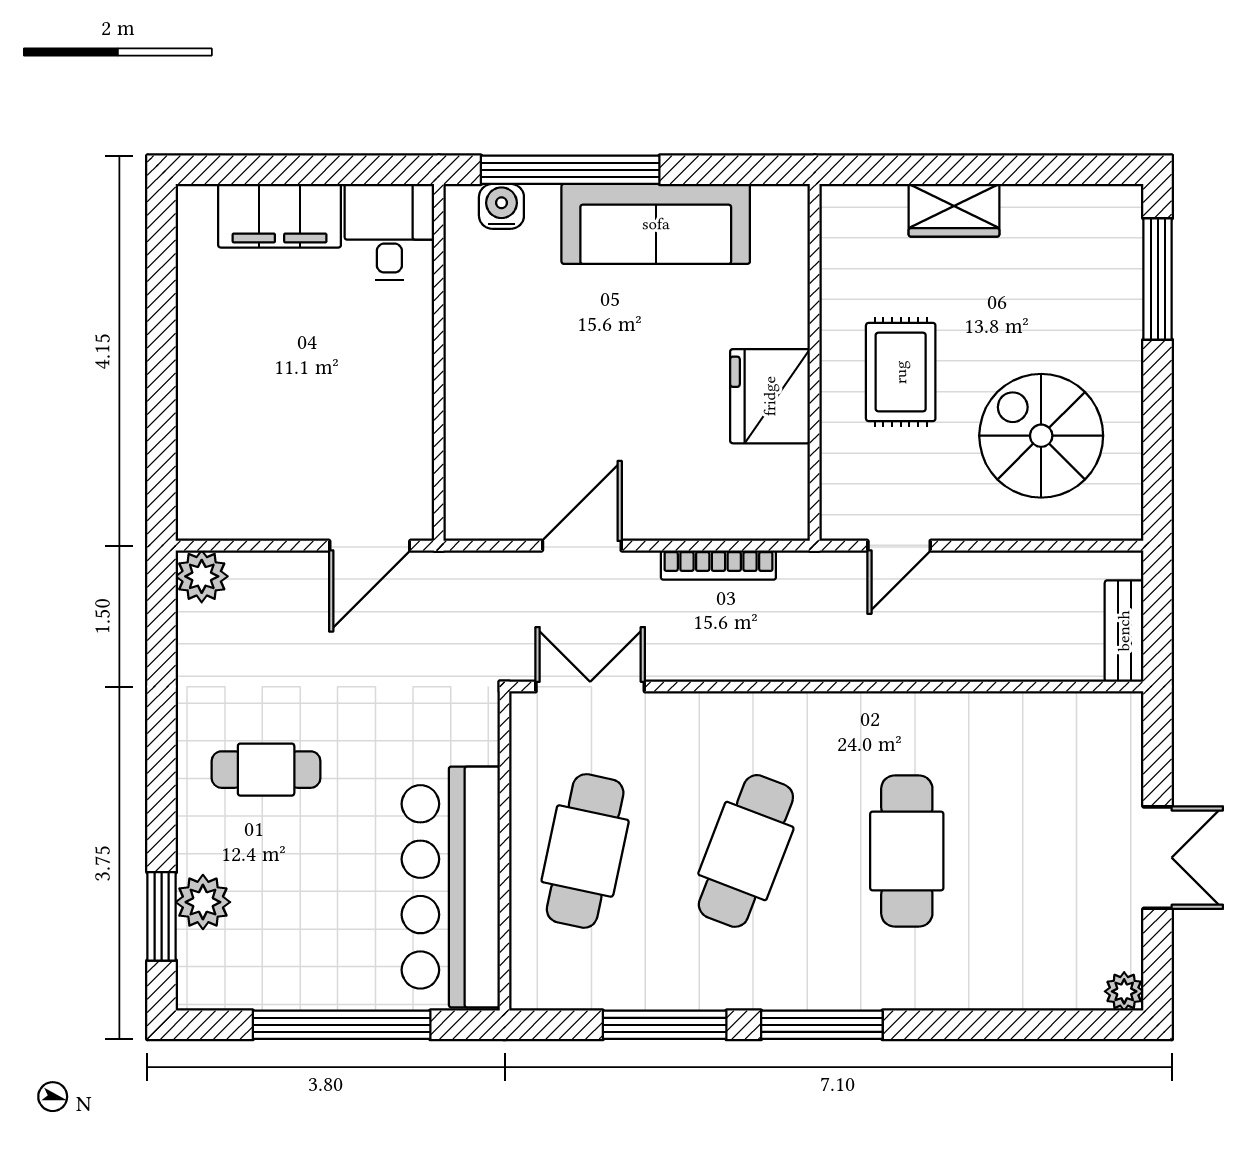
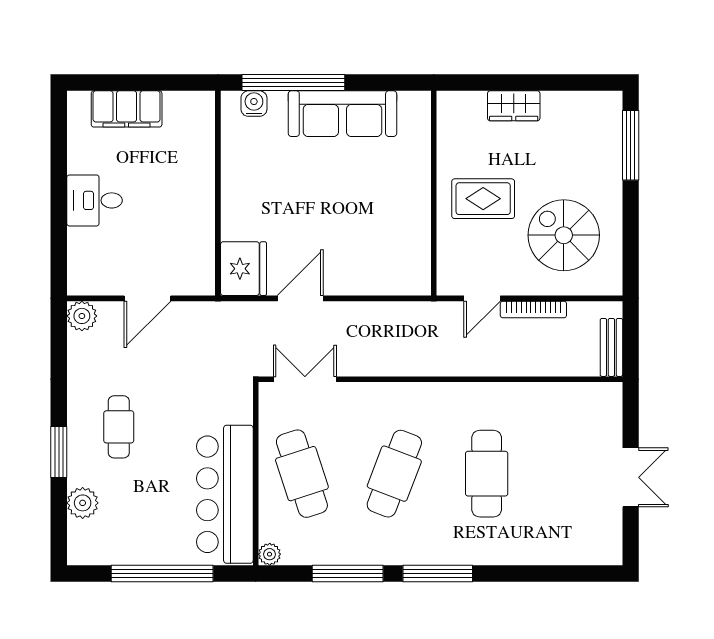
desk: (389, 232) -> (95, 200), moved, turned -90
rug: (901, 372) -> (483, 199), turned 90
fridge: (770, 396) -> (244, 269), moved, turned 180
door: (370, 546) -> (147, 298), moved
bookcase: (718, 565) -> (533, 309), moved
cafe table: (266, 770) -> (119, 427), turned 90
cafe table: (585, 851) -> (302, 474), turned -30
window: (162, 916) -> (59, 452), moved
plant: (1124, 991) -> (270, 554), moved

